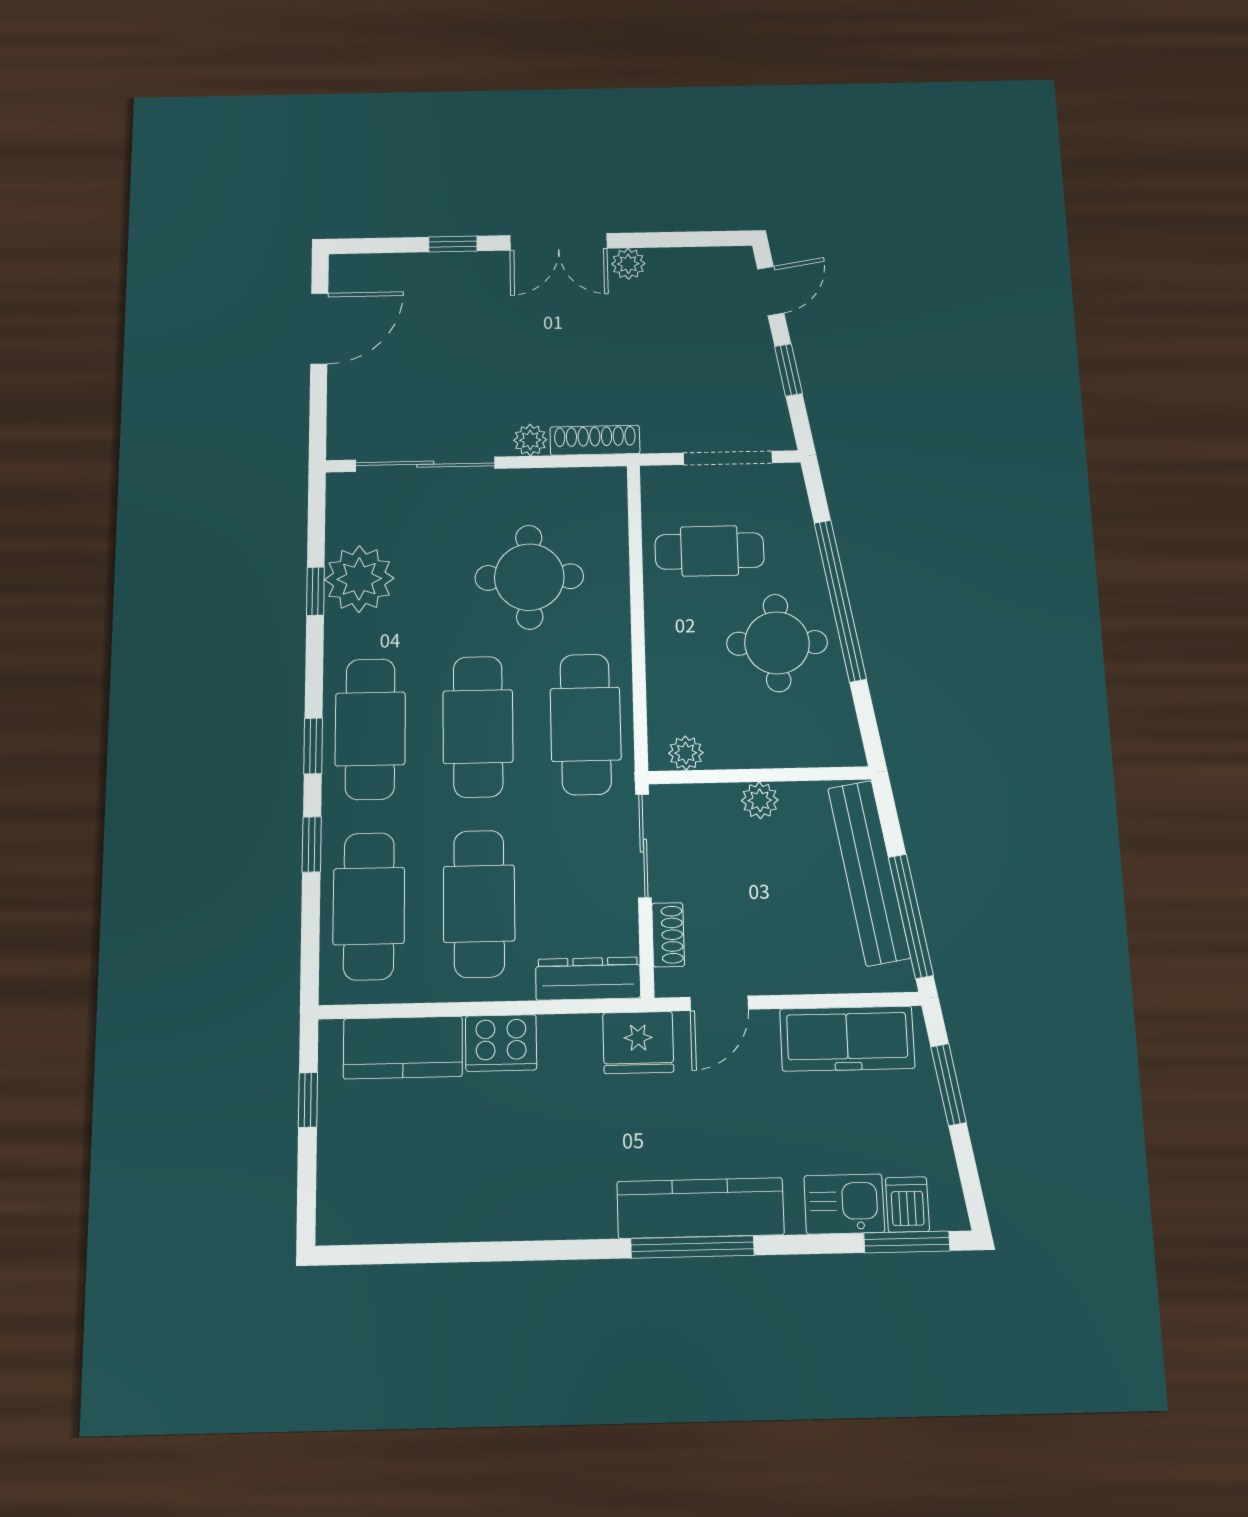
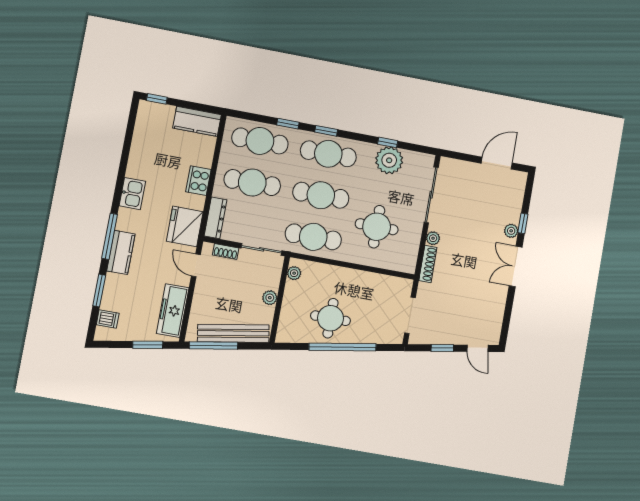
plant: (628, 264) -> (511, 231), moved
door: (319, 329) -> (497, 163), swing flipped
cafe table: (710, 551) -> (373, 300), removed
fridge: (638, 1043) -> (185, 226), width x1.36, depth x1.34
kitchen counter: (403, 1048) -> (197, 121), moved, turned -90
window: (308, 1100) -> (157, 99), moved
kitchen sink: (844, 1204) -> (132, 194), moved
kitchen counter: (700, 1208) -> (121, 252), width x0.67
window: (907, 1242) -> (99, 290), moved

